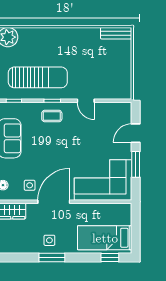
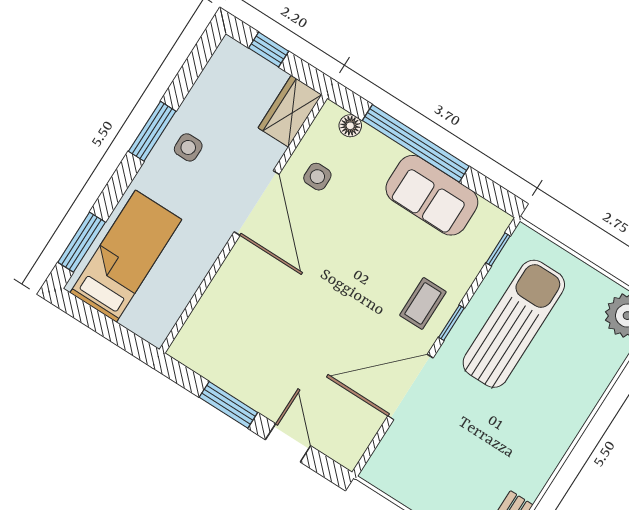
sun lounger: (38, 77) -> (514, 324), turned 180
door: (86, 101) -> (410, 387), width x1.87
corner sofa: (103, 180) -> (238, 323), removed
window: (110, 258) -> (82, 242), width x1.50

